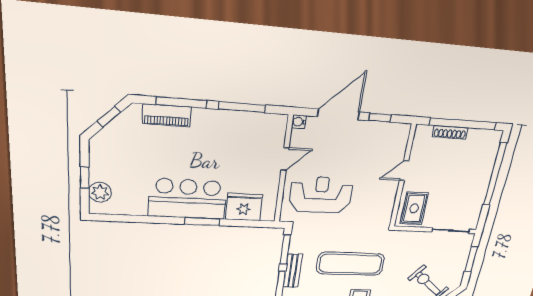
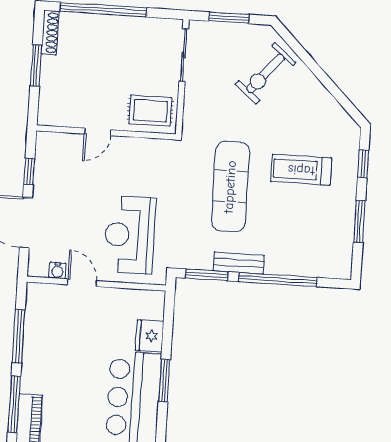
water cooler: (299, 122) -> (57, 271), moved
window: (463, 124) -> (36, 66), width x0.47
shoe rack: (450, 132) -> (50, 33), moved
door: (404, 171) -> (98, 132), hinge flipped
fridge: (244, 207) -> (149, 336), width x0.73, depth x0.75

